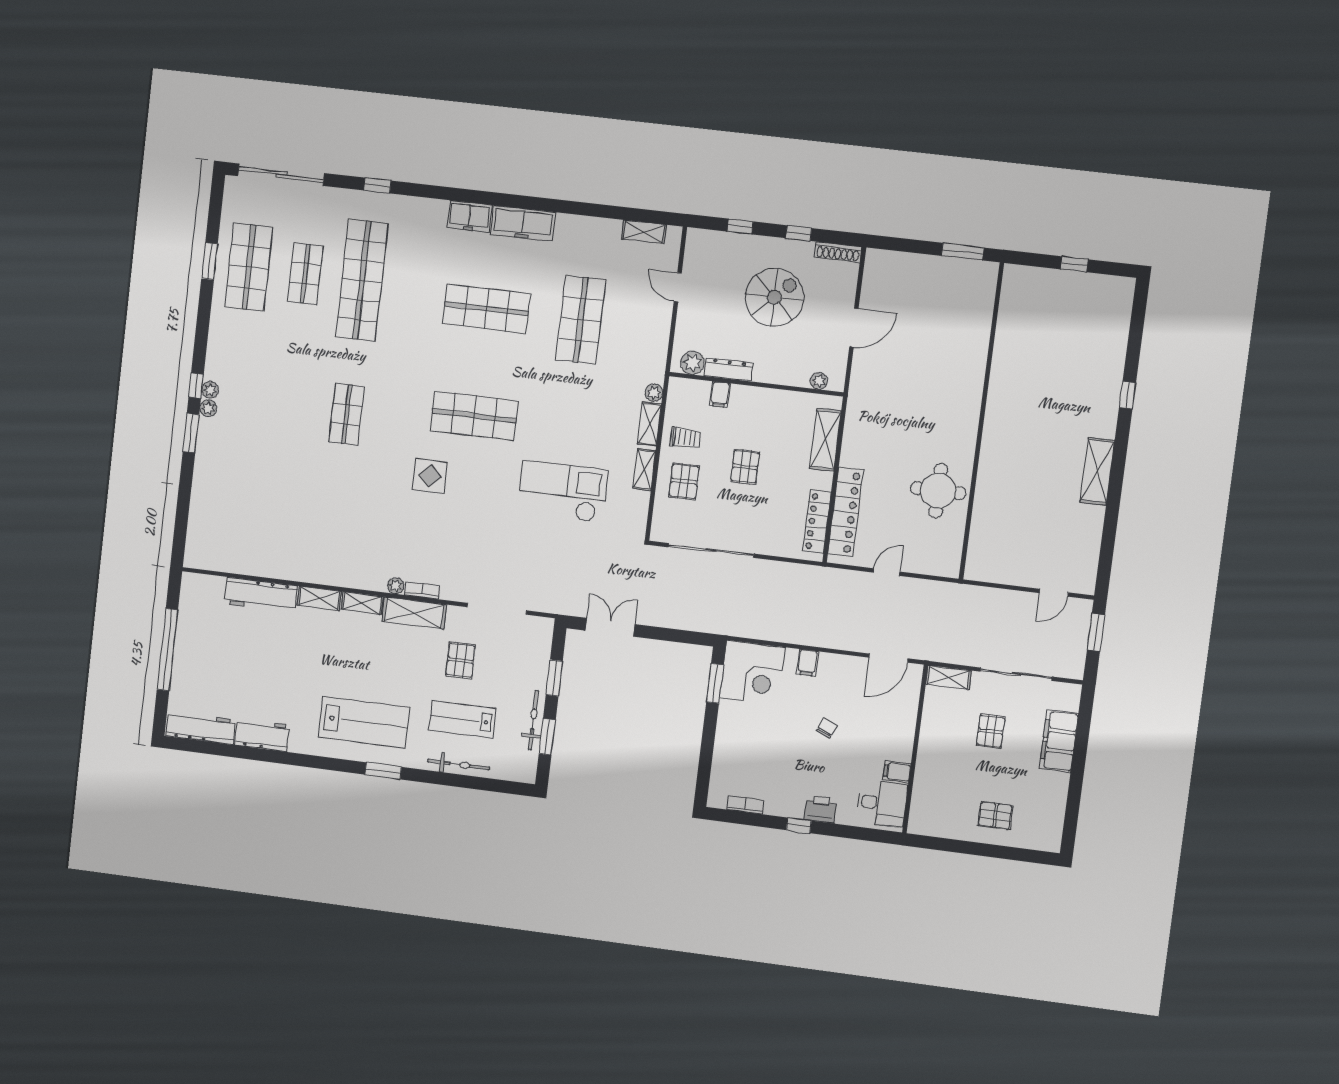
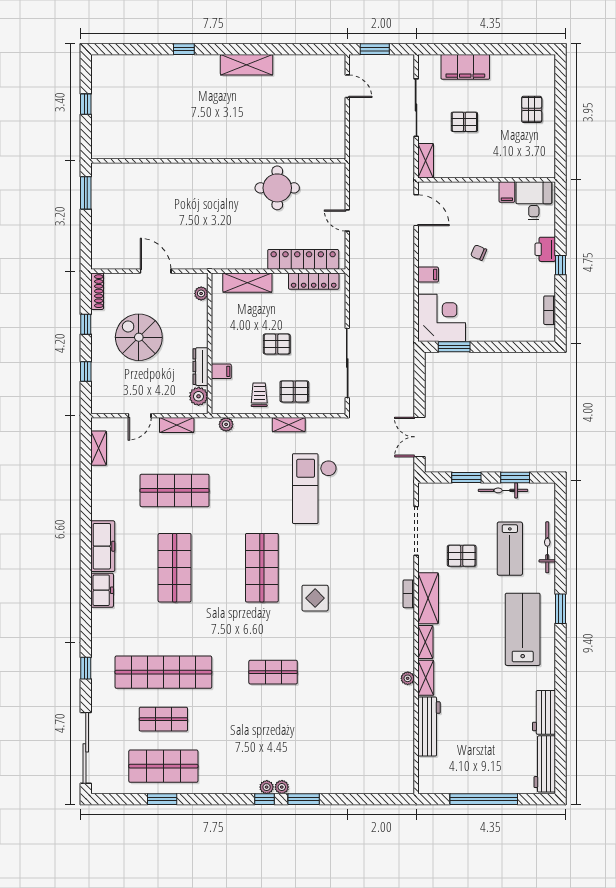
shelving: (649, 424) -> (177, 425), moved
plant: (396, 586) -> (408, 678), moved

